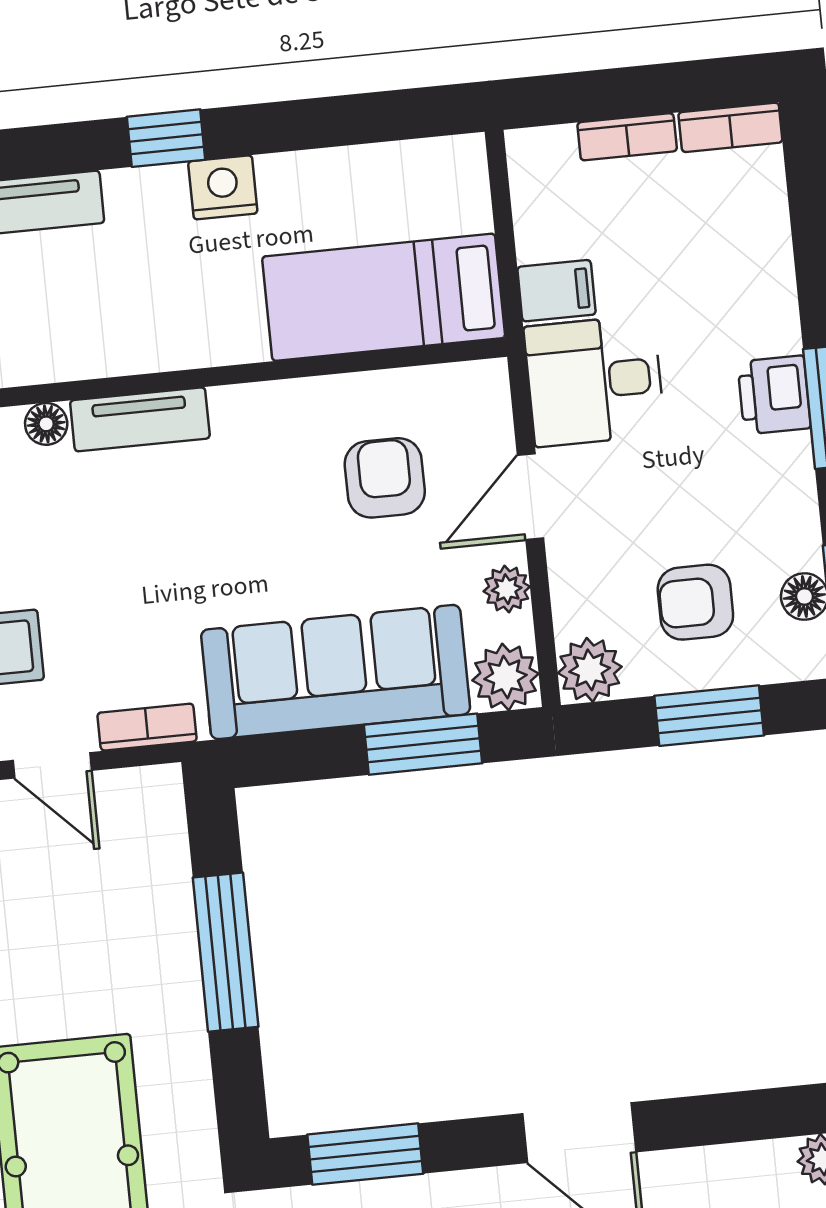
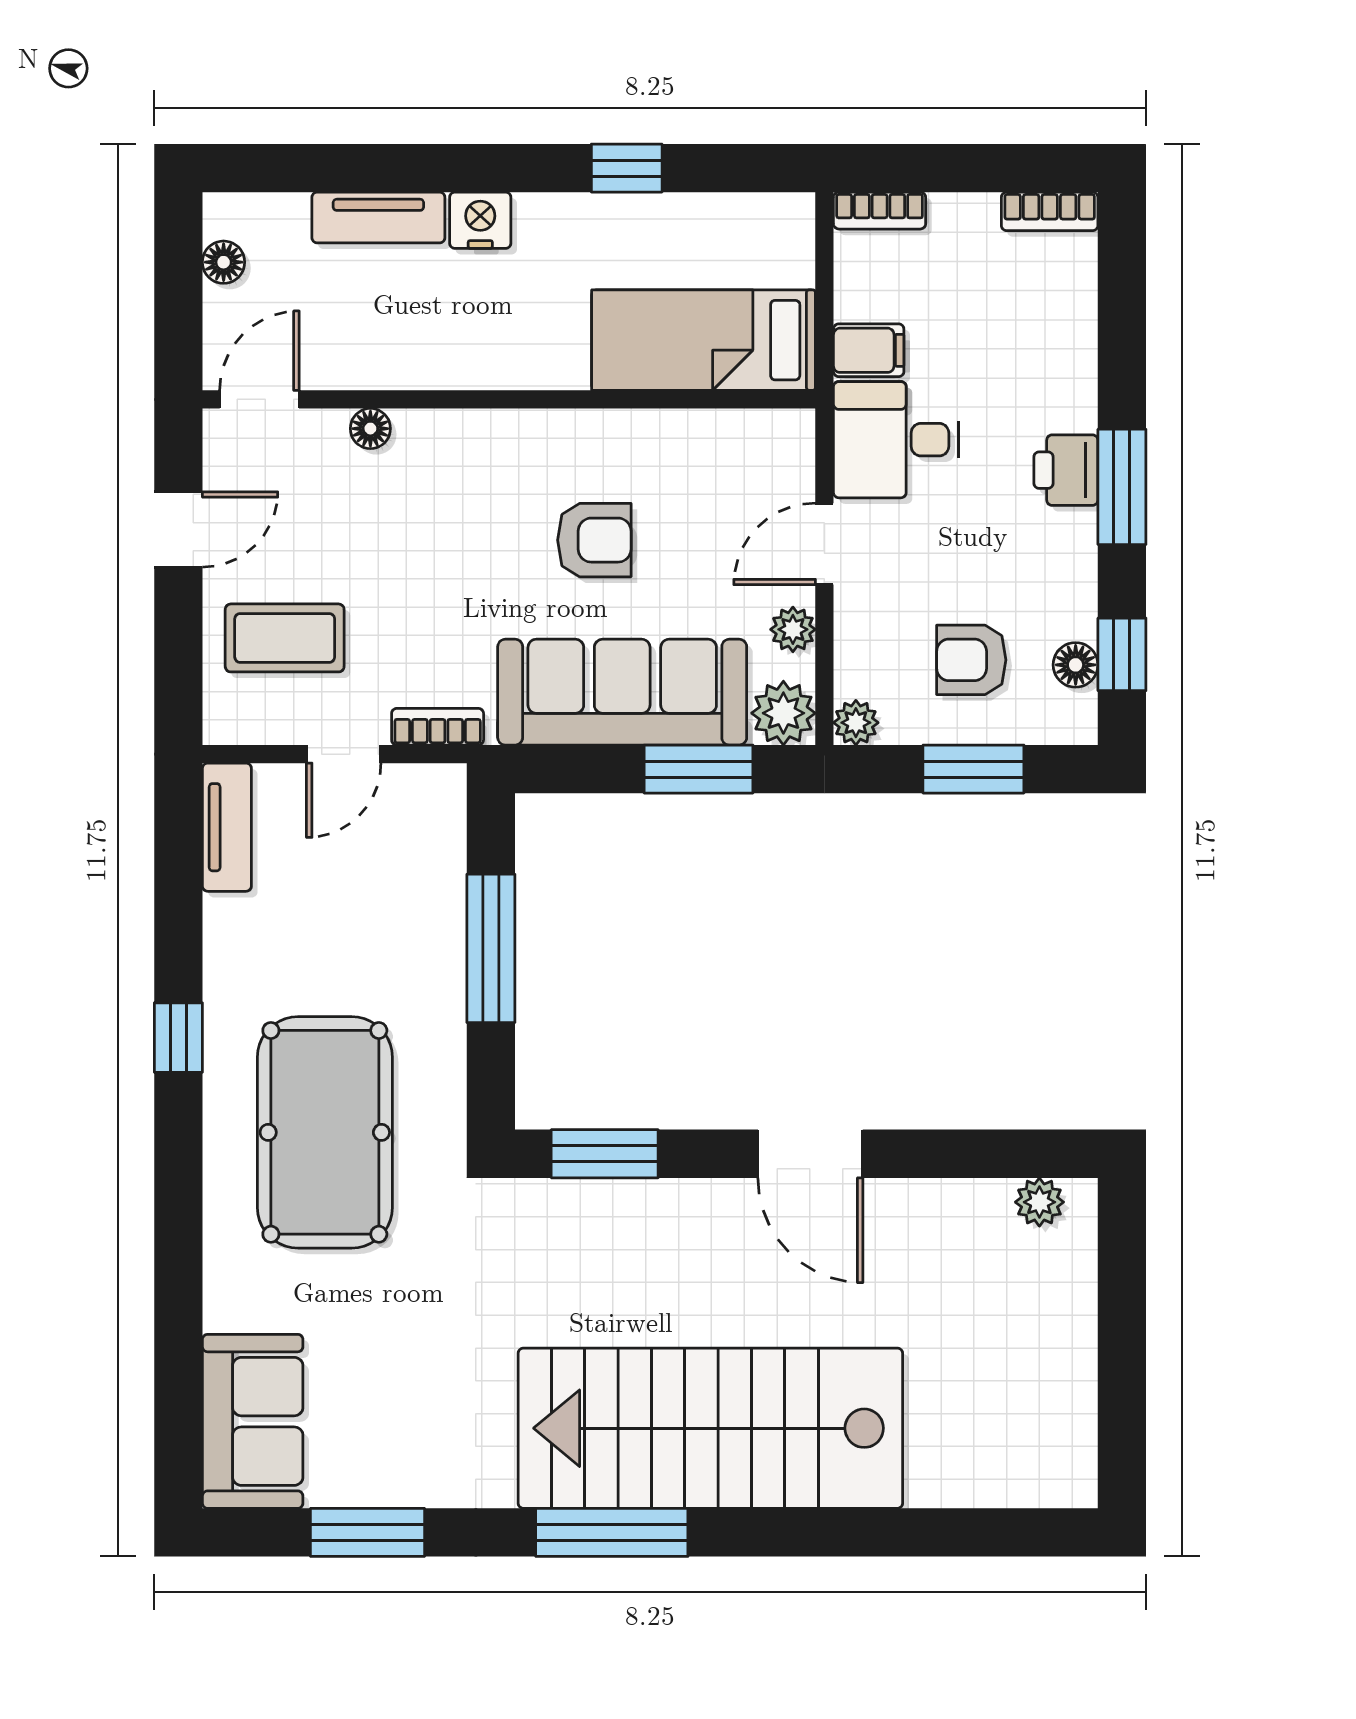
bookcase: (627, 137) -> (880, 211), moved
window: (166, 138) -> (627, 168), moved
nightstand: (223, 187) -> (480, 220), moved
tv unit: (140, 419) -> (460, 433), removed
armchair: (385, 478) -> (594, 540), moved, turned 90
plant: (590, 670) -> (856, 723), width x0.73, depth x0.73
door: (52, 765) -> (344, 754), hinge flipped

